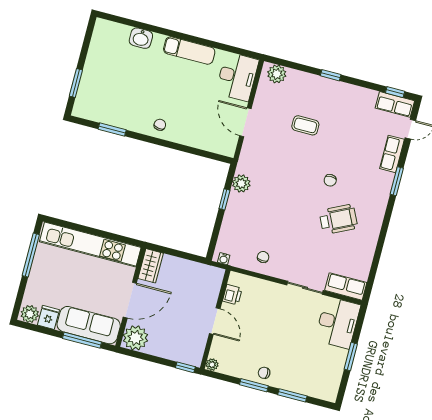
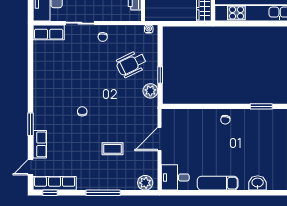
window: (331, 75) -> (103, 193), width x2.17
desk: (237, 77) -> (175, 177), width x0.73
row of seats: (395, 104) -> (55, 183), width x1.48
door: (245, 122) -> (160, 139), swing flipped
wheelchair: (338, 219) -> (131, 64), moved
chair: (263, 257) -> (103, 37), moved

